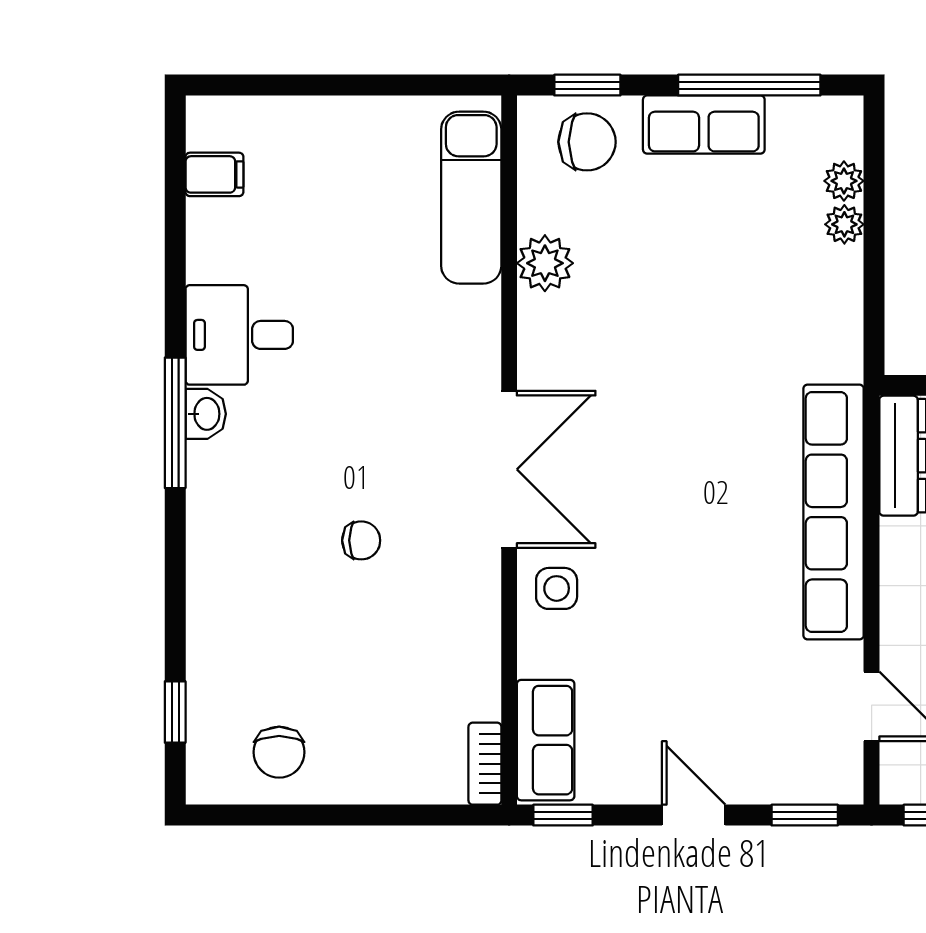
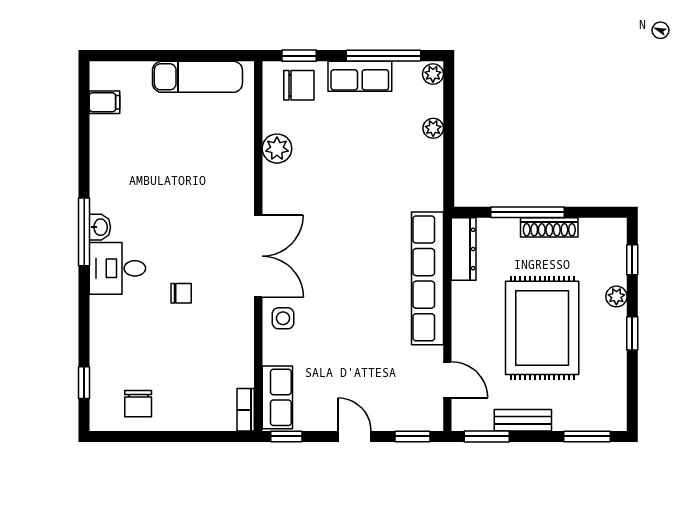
plant: (844, 181) -> (433, 74), moved
exam couch: (471, 198) -> (197, 77), moved, turned -90
desk: (239, 335) -> (117, 268), moved

